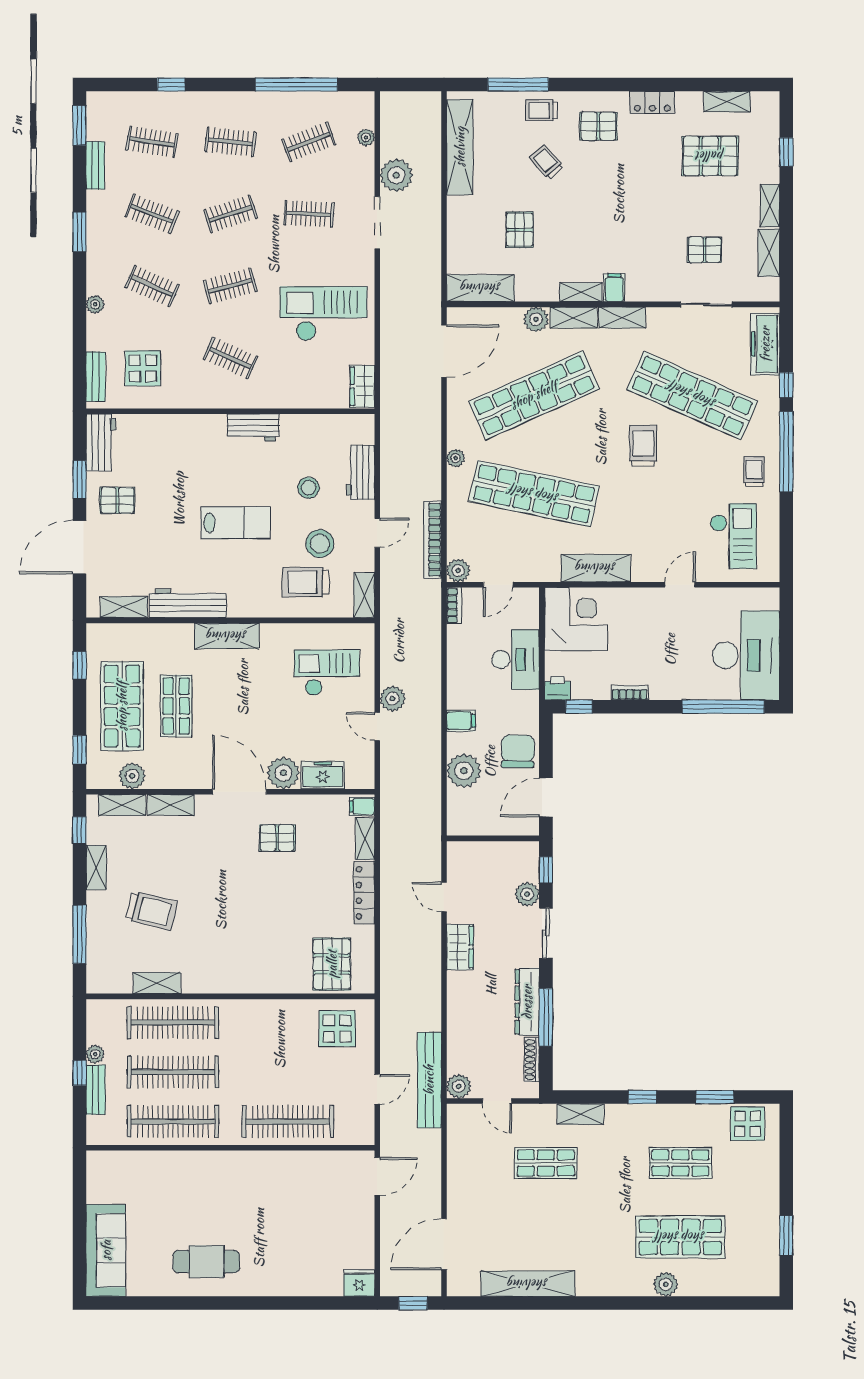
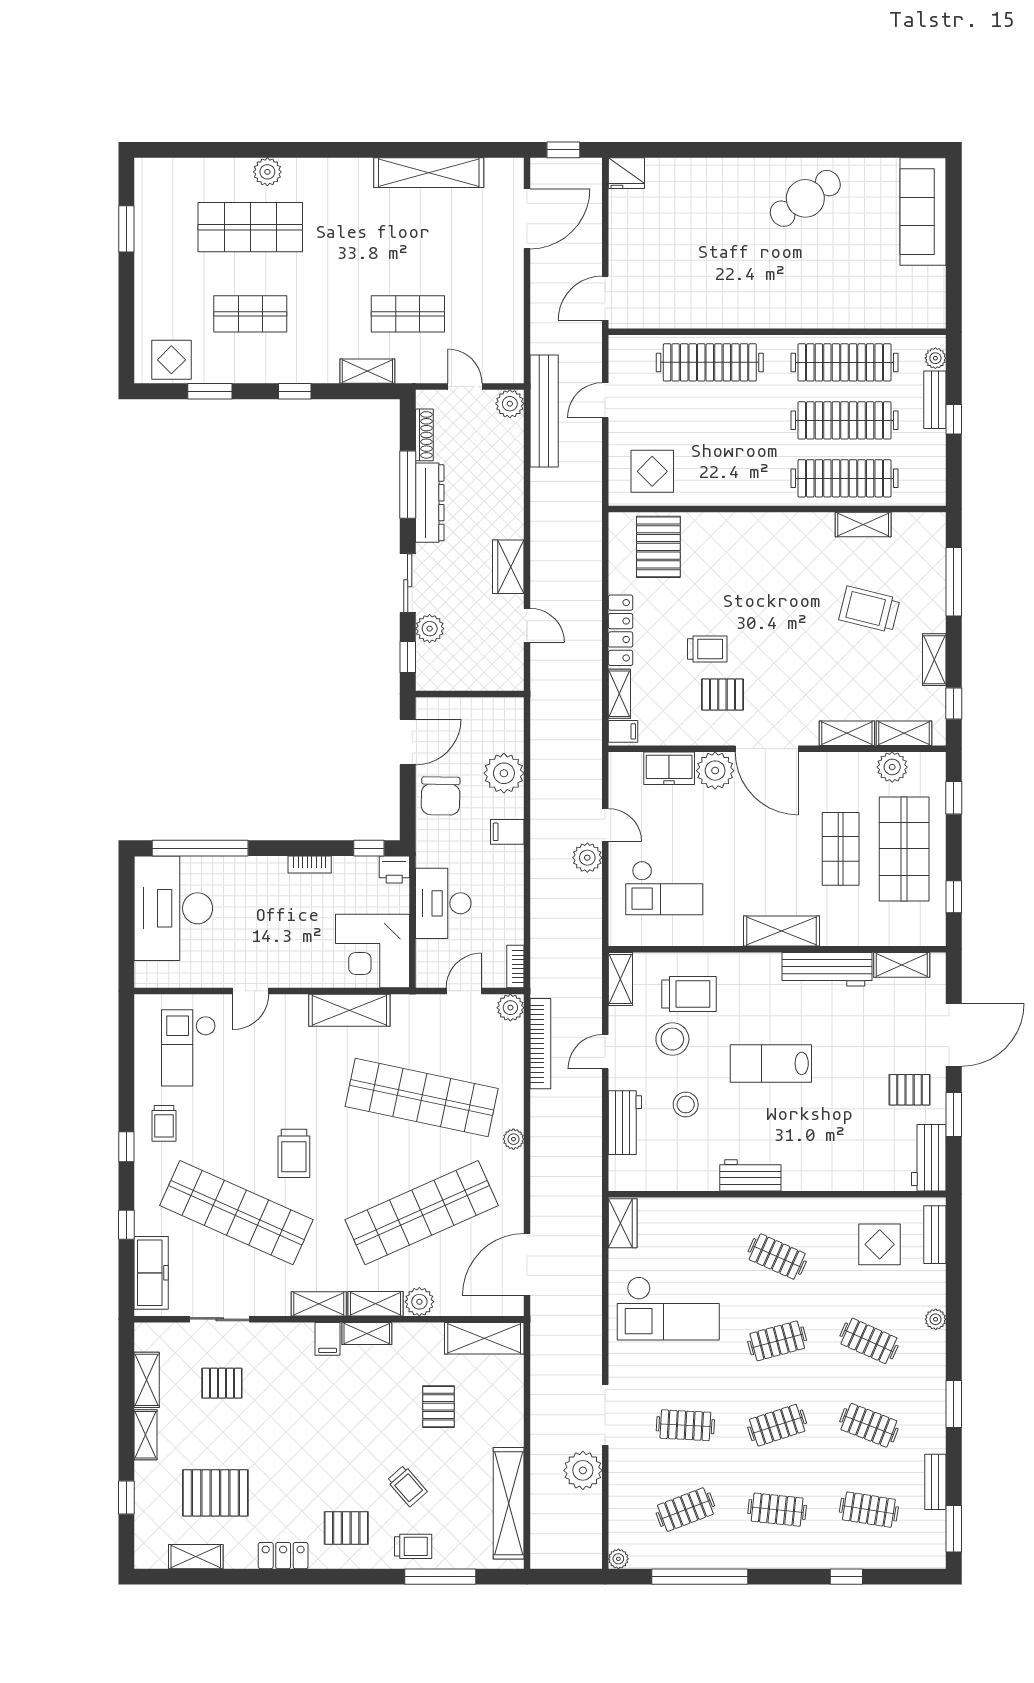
plant: (366, 137) -> (618, 1559), moved
window: (786, 452) -> (126, 1147), width x0.32
trolley: (290, 877) -> (707, 649), added
plant: (95, 1054) -> (935, 358), moved
cafe table: (206, 1262) -> (805, 198), turned -34

